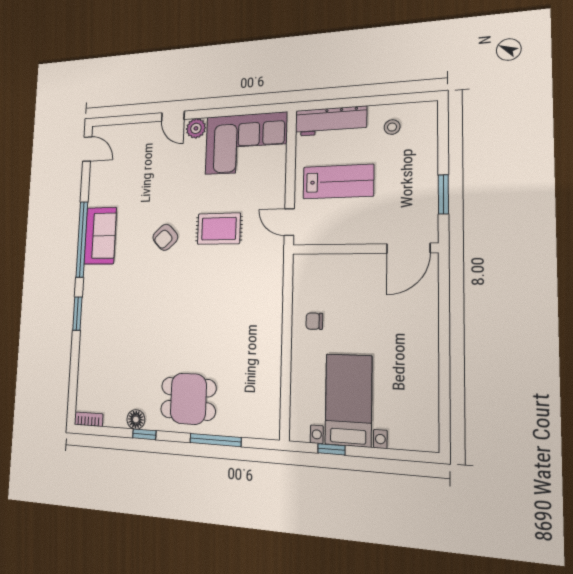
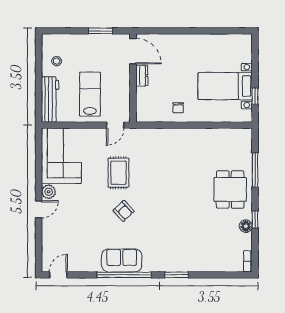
dresser: (367, 263) -> (142, 76), added

